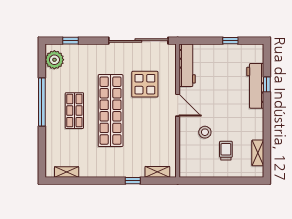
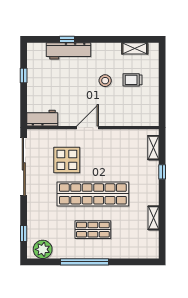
workbench: (187, 65) -> (42, 118), width x0.73
stool: (205, 132) -> (105, 81), moved
shelving: (67, 172) -> (154, 218), moved

